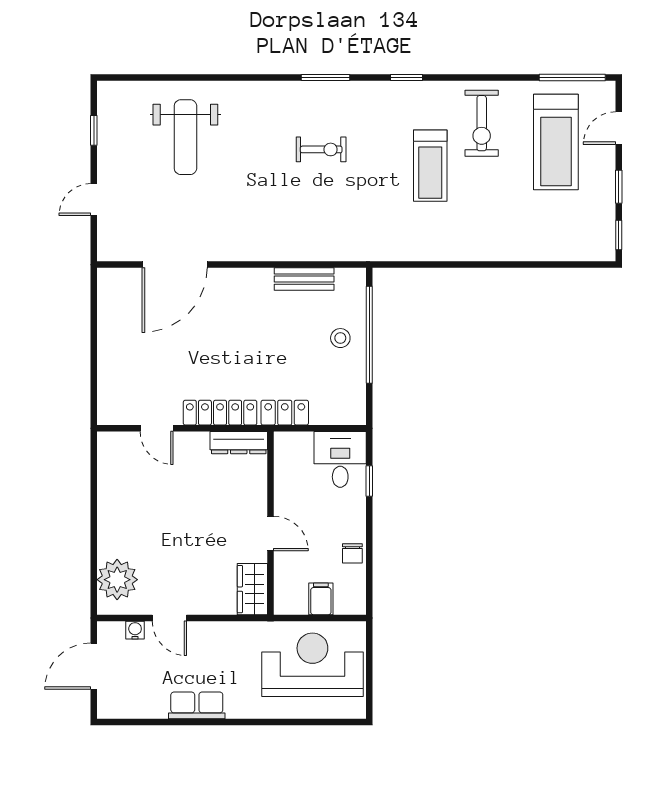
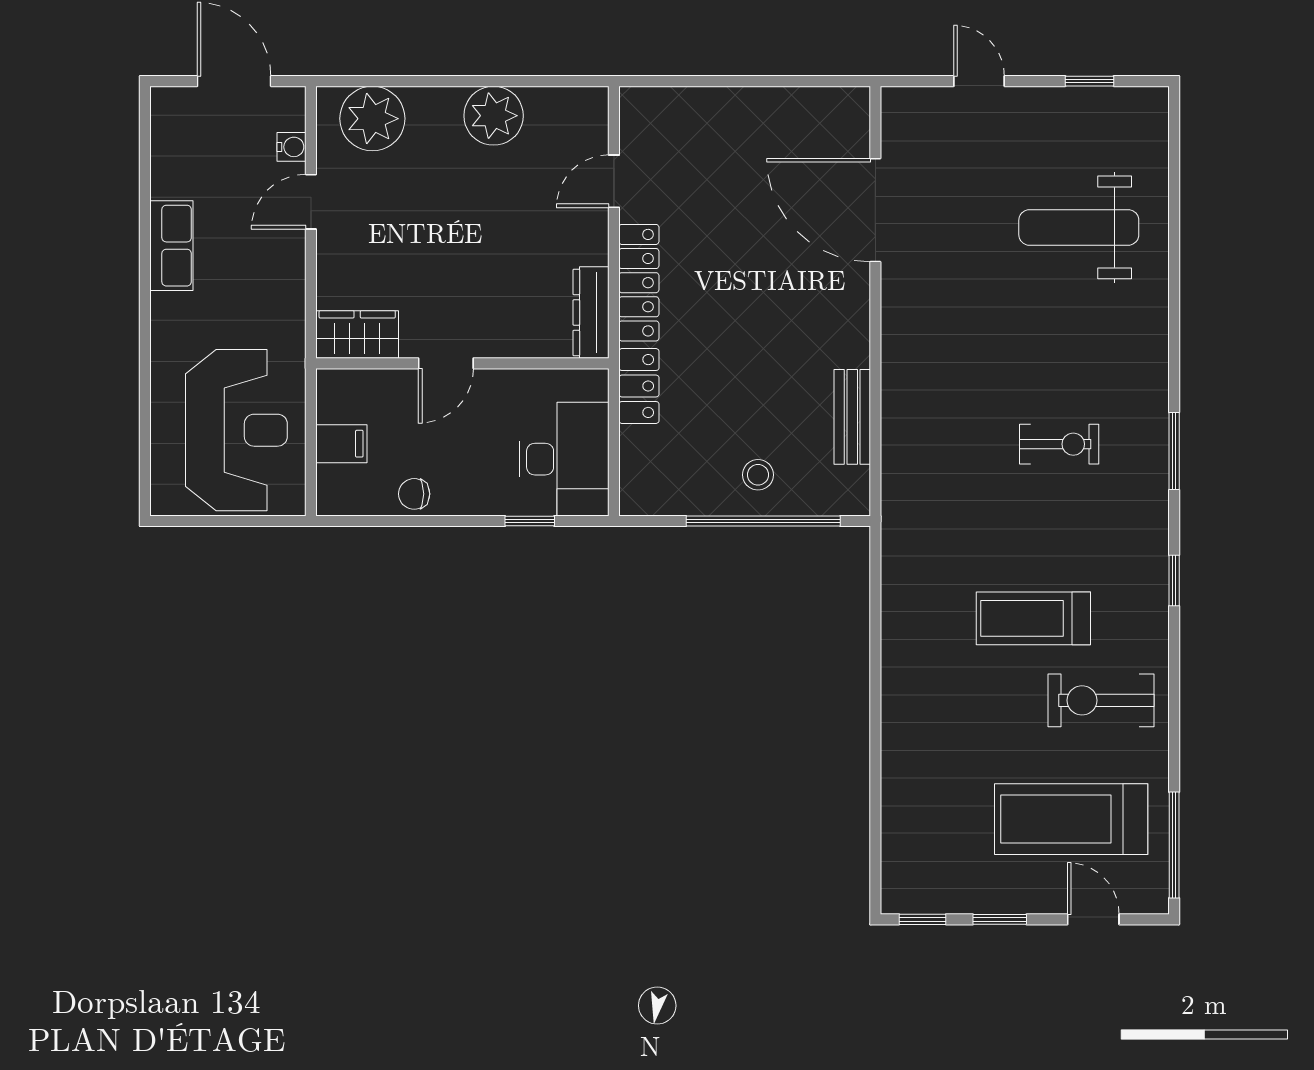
exercise bike: (321, 149) -> (1059, 444), turned -90
desk: (340, 459) -> (564, 459), width x1.37
plant: (115, 504) -> (494, 116), added

